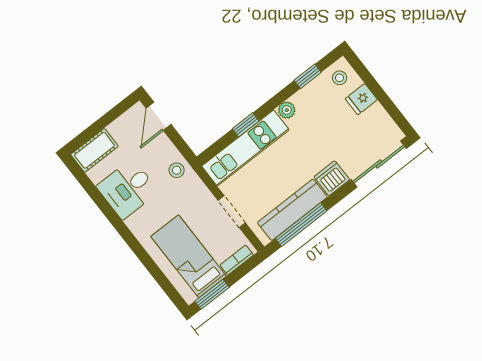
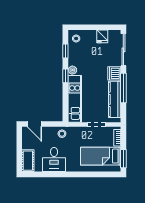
fridge: (361, 99) -> (102, 36), moved
window: (246, 125) -> (65, 76), moved
window: (301, 225) -> (123, 88), moved

